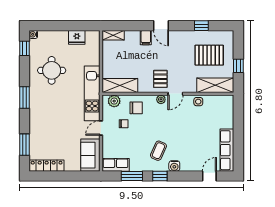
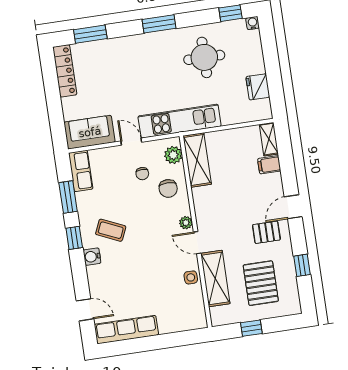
filing cabinet: (146, 38) -> (269, 165), moved
pallet: (160, 79) -> (266, 232), moved
shelving: (215, 85) -> (215, 278), moved

